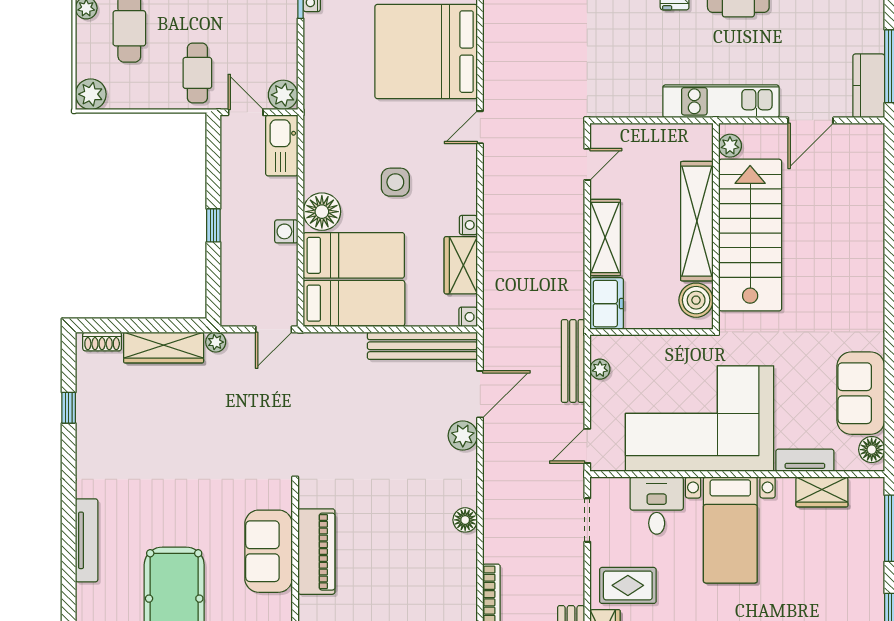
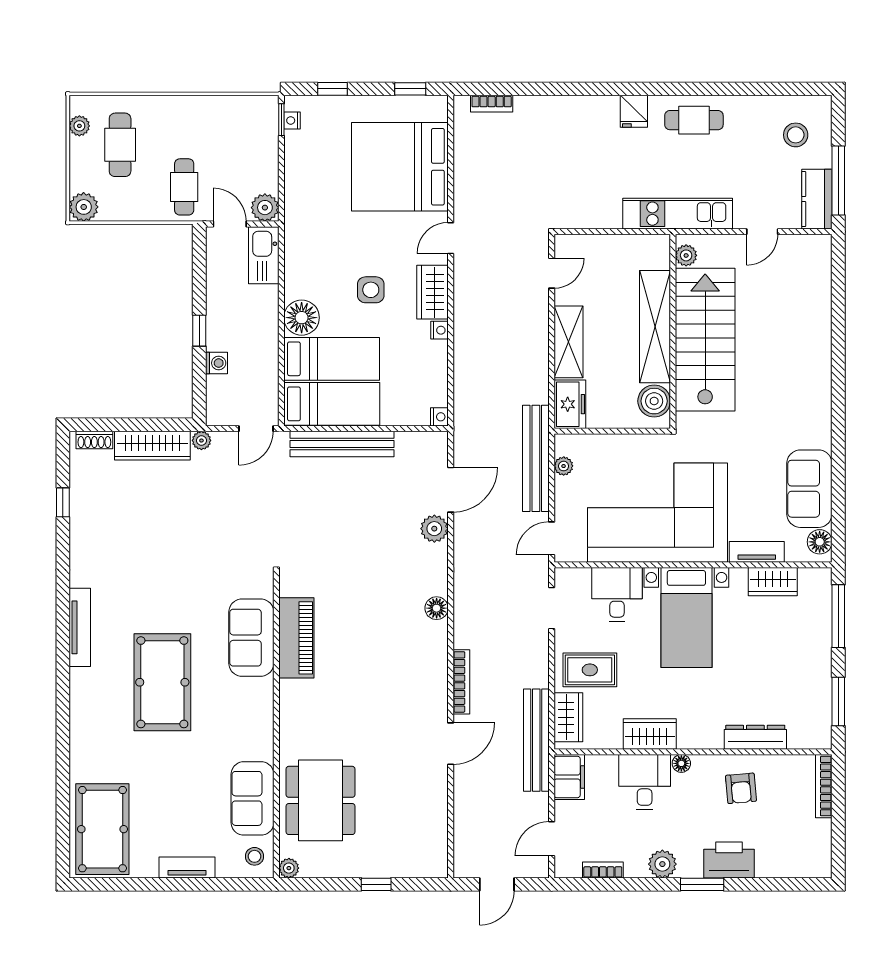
stool: (846, 18) -> (796, 135), added
door: (811, 120) -> (762, 232), width x0.73
washing machine: (286, 231) -> (216, 363), moved, turned 180
wardrobe: (461, 265) -> (432, 292), moved
bench: (422, 346) -> (342, 444), moved
bench: (573, 361) -> (536, 458), width x1.37, depth x1.21

